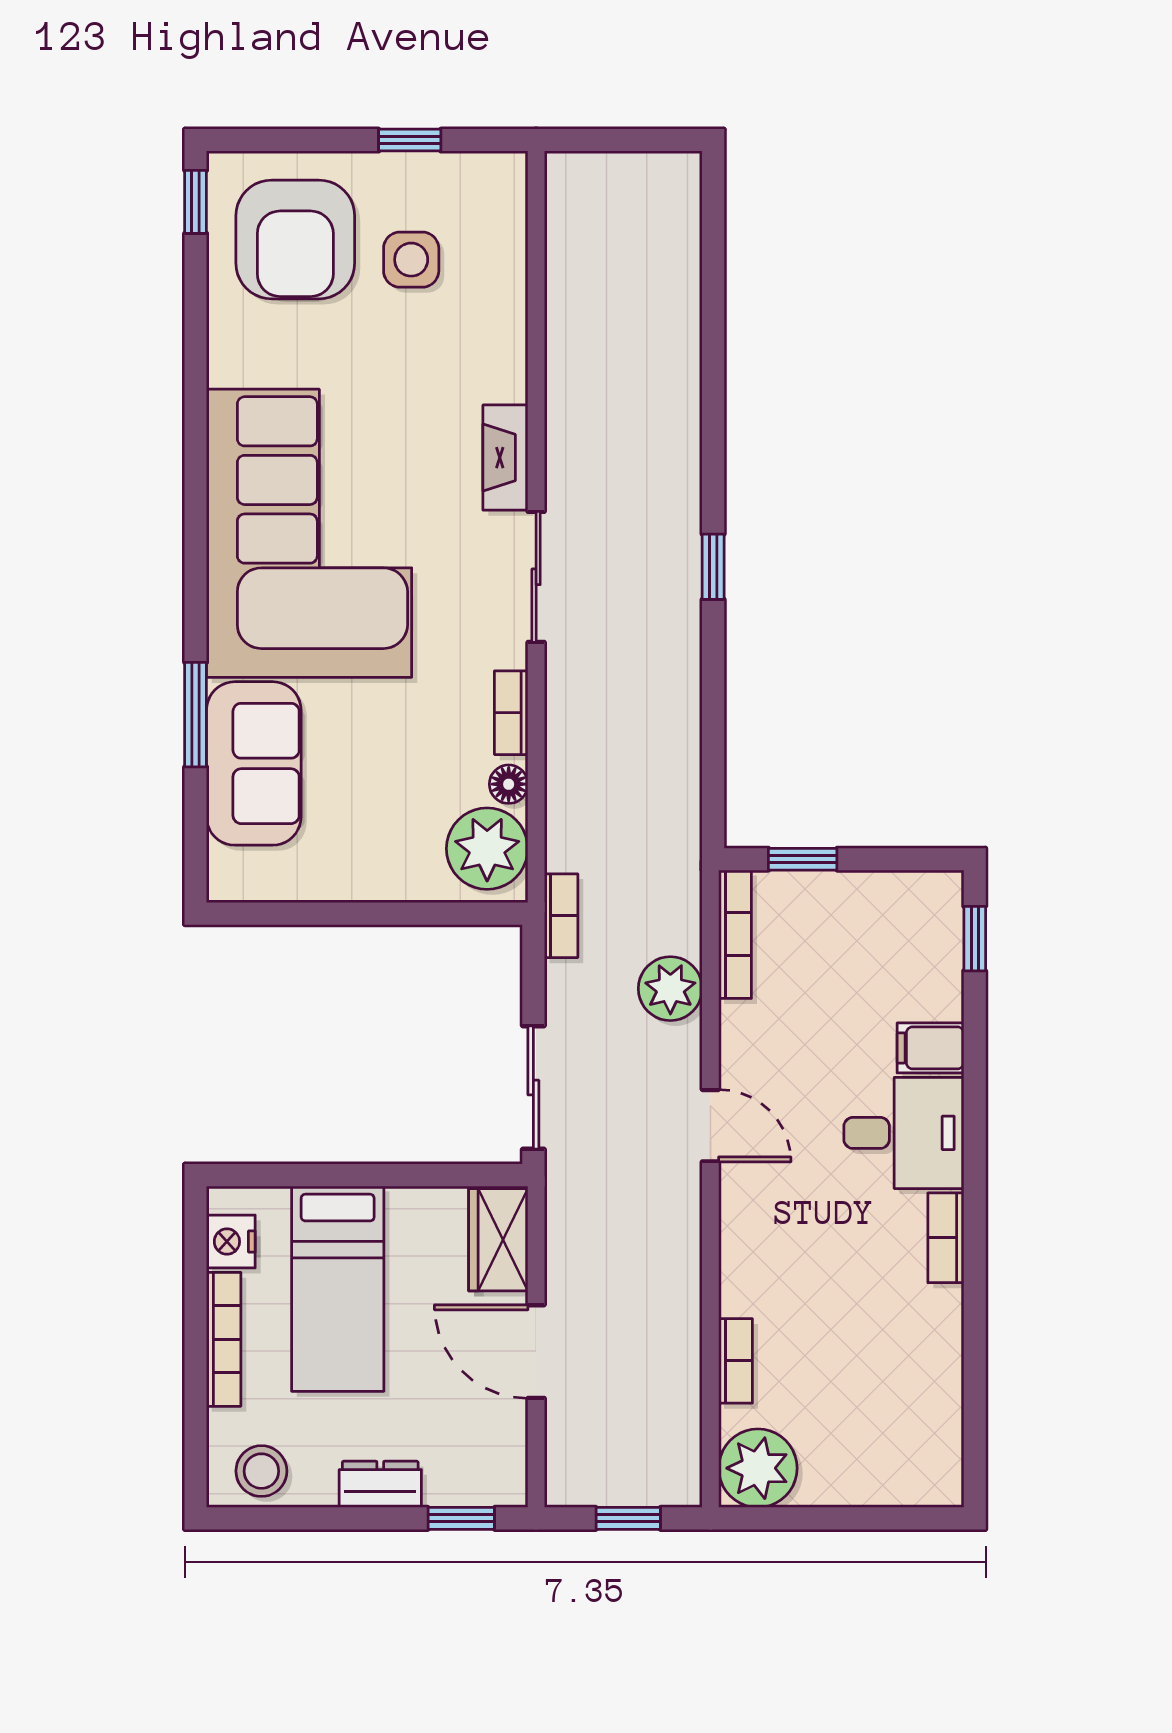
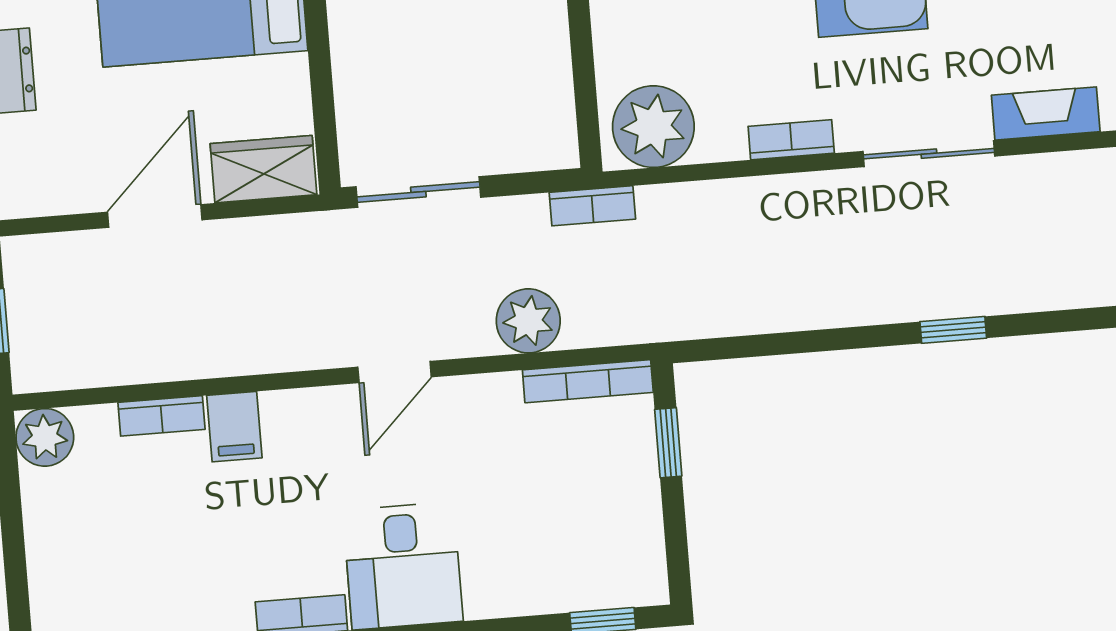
floor lamp: (509, 784) -> (720, 143), removed
filing cabinet: (930, 1048) -> (234, 427), moved, turned 180
plant: (758, 1468) -> (45, 437), width x0.73, depth x0.73

